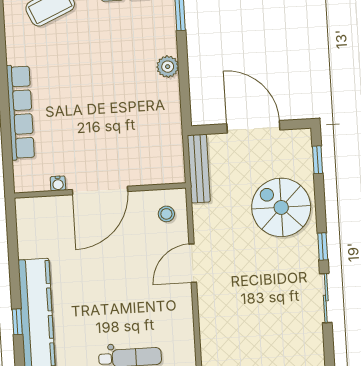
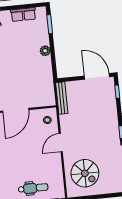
door: (253, 127) -> (97, 76), moved
spiral stairs: (281, 207) -> (85, 173), moved, turned 180

